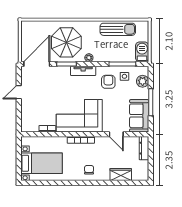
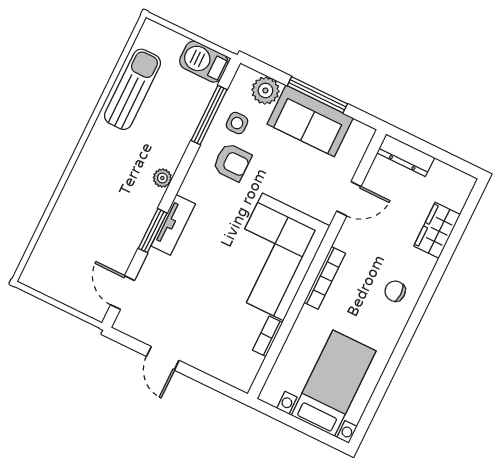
parasol: (66, 42) -> (108, 209), removed
door: (37, 64) -> (122, 293), width x0.53
tv unit: (83, 71) -> (173, 225), moved
armchair: (108, 82) -> (232, 162), turned 180
sofa: (139, 116) -> (310, 121), moved

